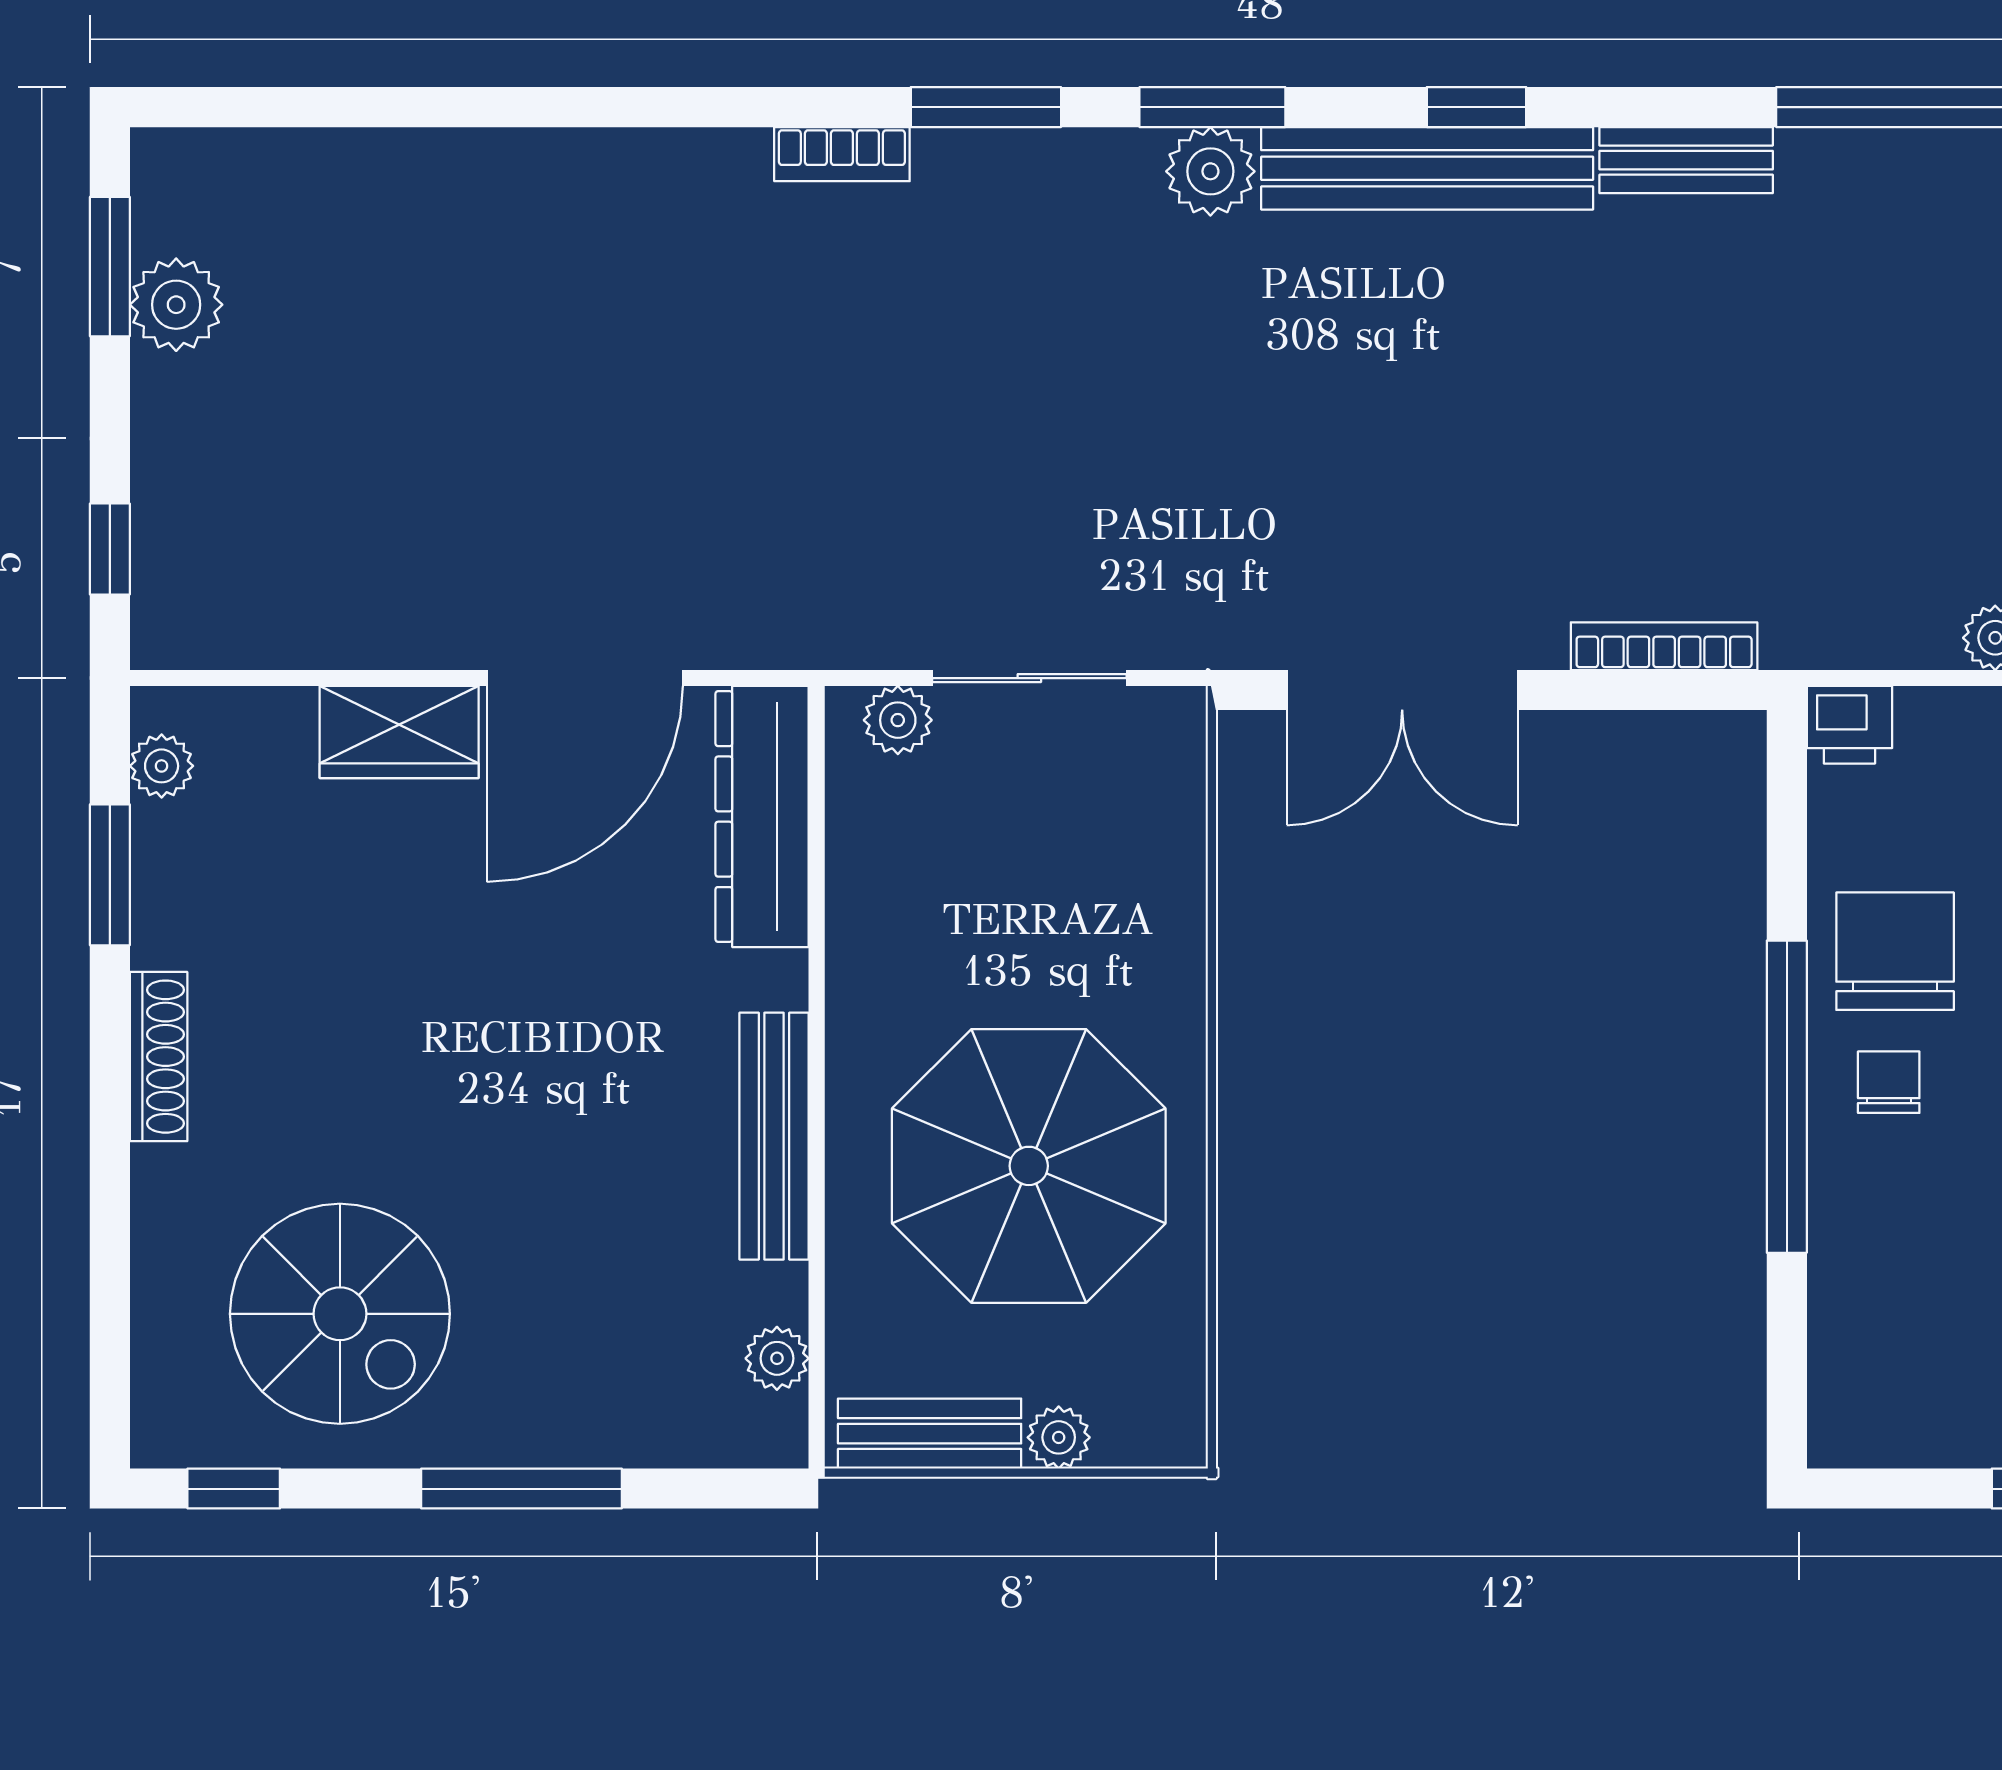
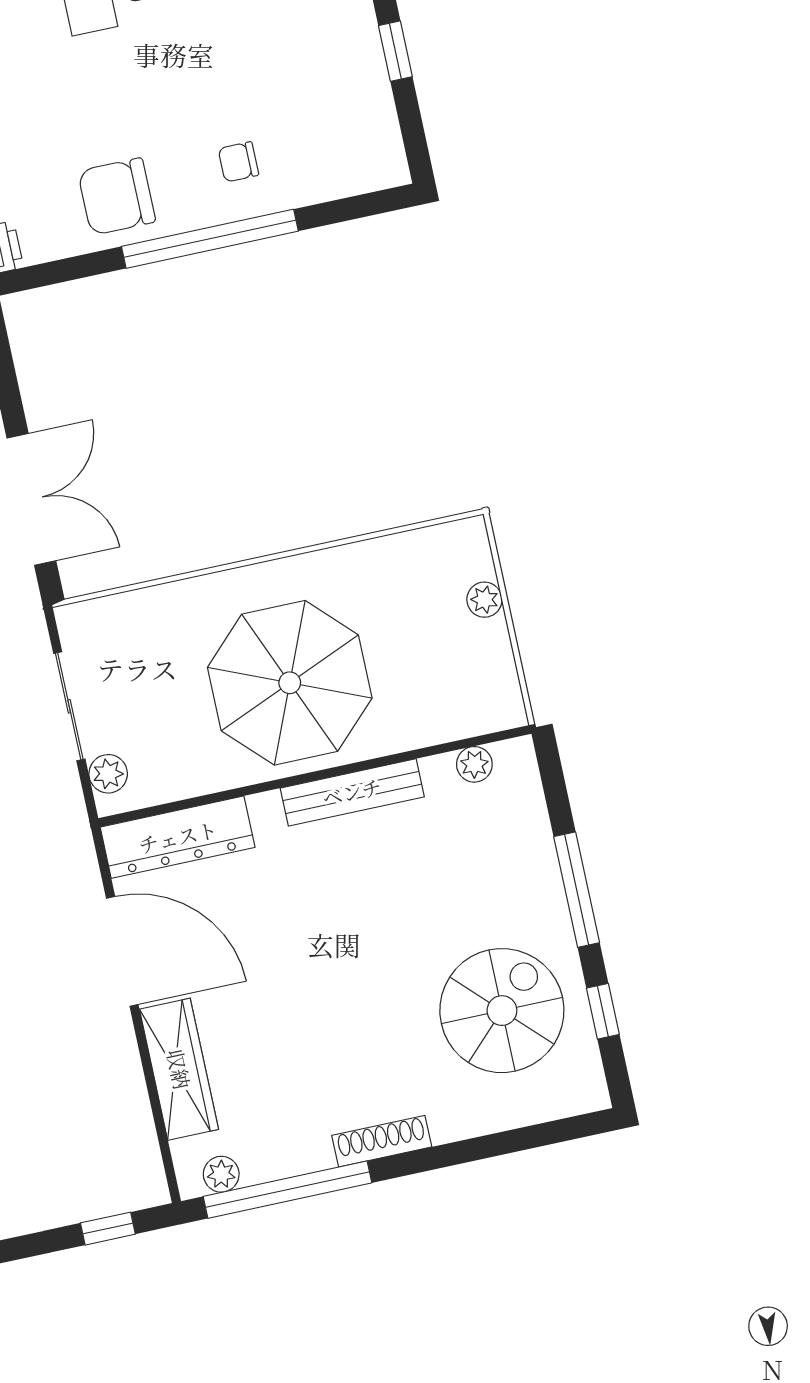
wardrobe: (399, 732) -> (179, 1069), width x1.50
window: (110, 875) -> (287, 1190), width x2.11
chair: (1889, 1082) -> (238, 162), moved
parasol: (1029, 1166) -> (290, 683), moved
bench: (930, 1434) -> (498, 671), removed
window: (234, 1489) -> (603, 1011), moved

